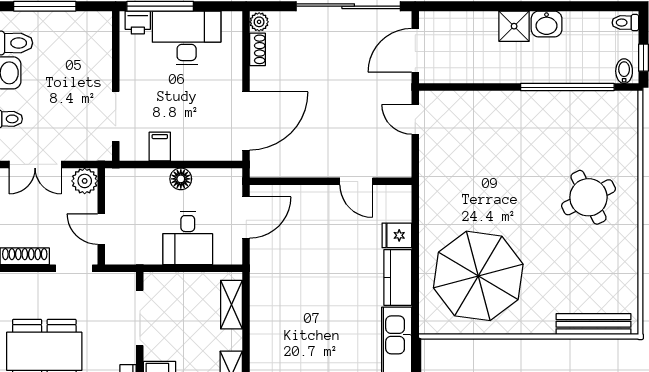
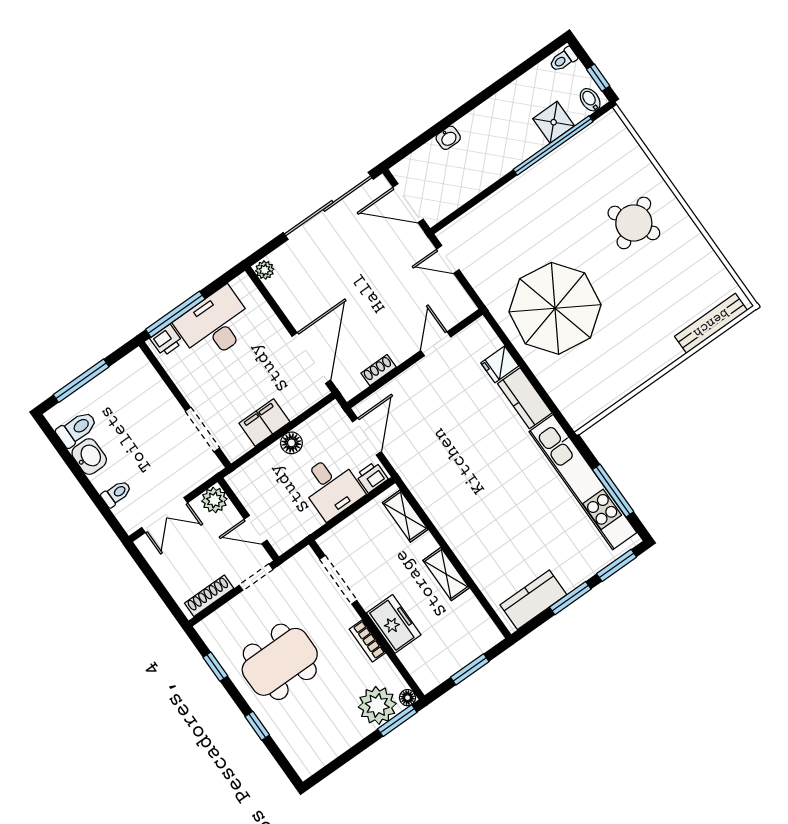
washbasin: (547, 24) -> (448, 138), moved, width x0.72, depth x0.69
shower: (514, 26) -> (554, 122), moved
shoe rack: (258, 49) -> (379, 370), moved, turned -90
door: (415, 50) -> (408, 203), hinge flipped
filing cabinet: (160, 146) -> (264, 422), width x2.00
door: (356, 181) -> (436, 344), swing flipped
printer: (227, 253) -> (372, 477), added
parasol: (478, 276) -> (555, 308), moved

